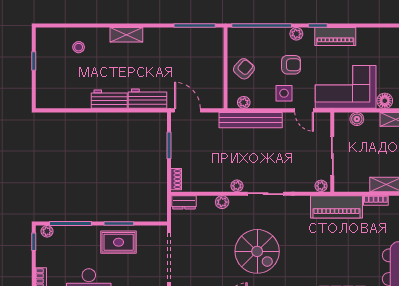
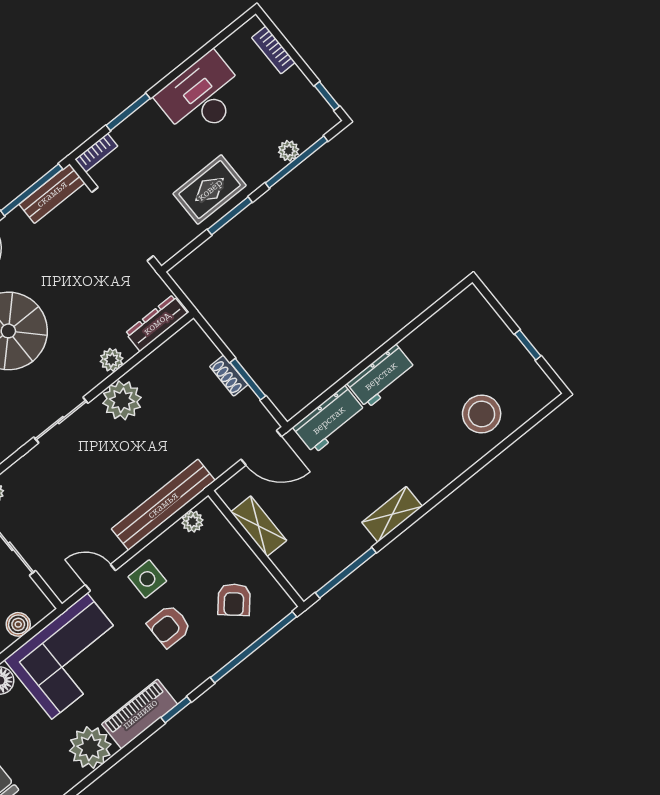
plant: (296, 34) -> (90, 748), moved, width x1.88, depth x1.88
shelving: (126, 35) -> (392, 514), moved
stool: (79, 47) -> (482, 414), width x1.89, depth x1.89
armchair: (244, 69) -> (234, 600), moved
shelving: (216, 77) -> (259, 526), added
shoe rack: (176, 179) -> (229, 376), moved
plant: (237, 186) -> (122, 400), width x1.87, depth x1.87
dresser: (184, 202) -> (157, 323), width x1.44
plant: (47, 231) -> (289, 151), moved

